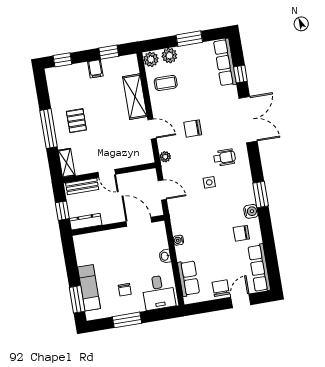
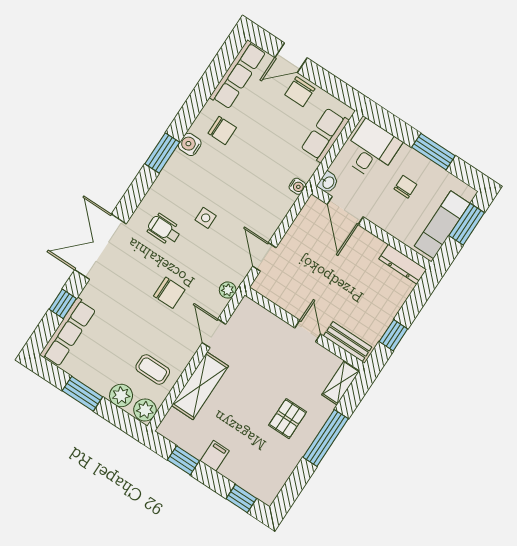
dresser: (86, 222) -> (403, 264), moved
door: (139, 222) -> (345, 210), moved
wall: (118, 225) -> (371, 228), moved

